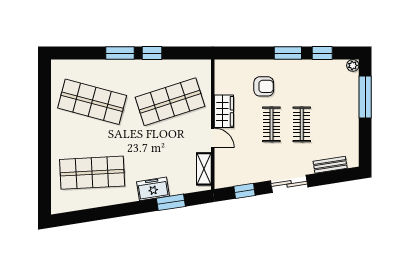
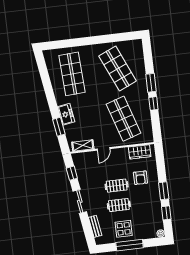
window: (365, 97) -> (130, 245), moved
shop shelf: (92, 102) -> (118, 69), turned -39
wardrobe: (224, 111) -> (140, 152), moved
display table: (339, 121) -> (124, 229), added

